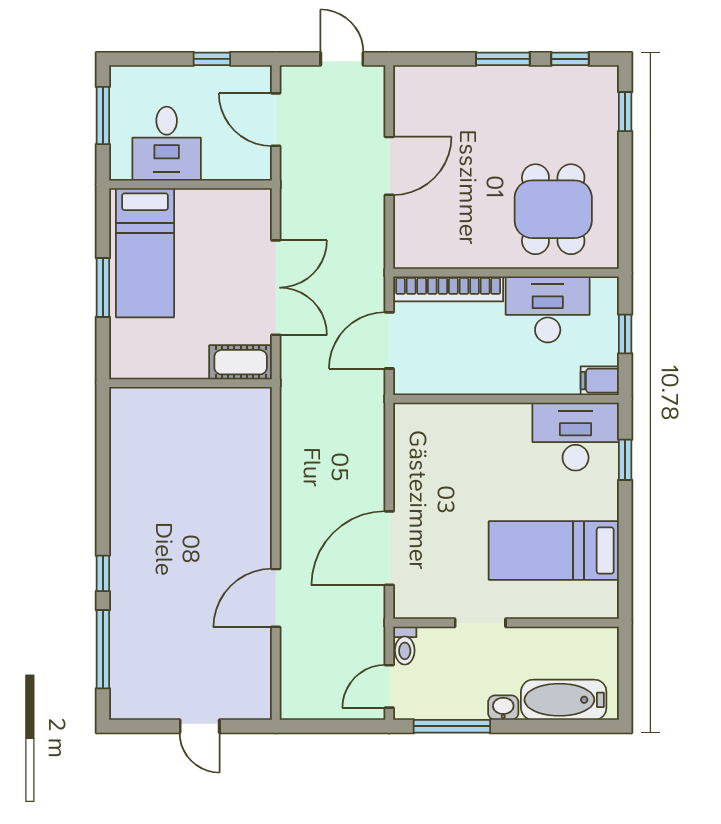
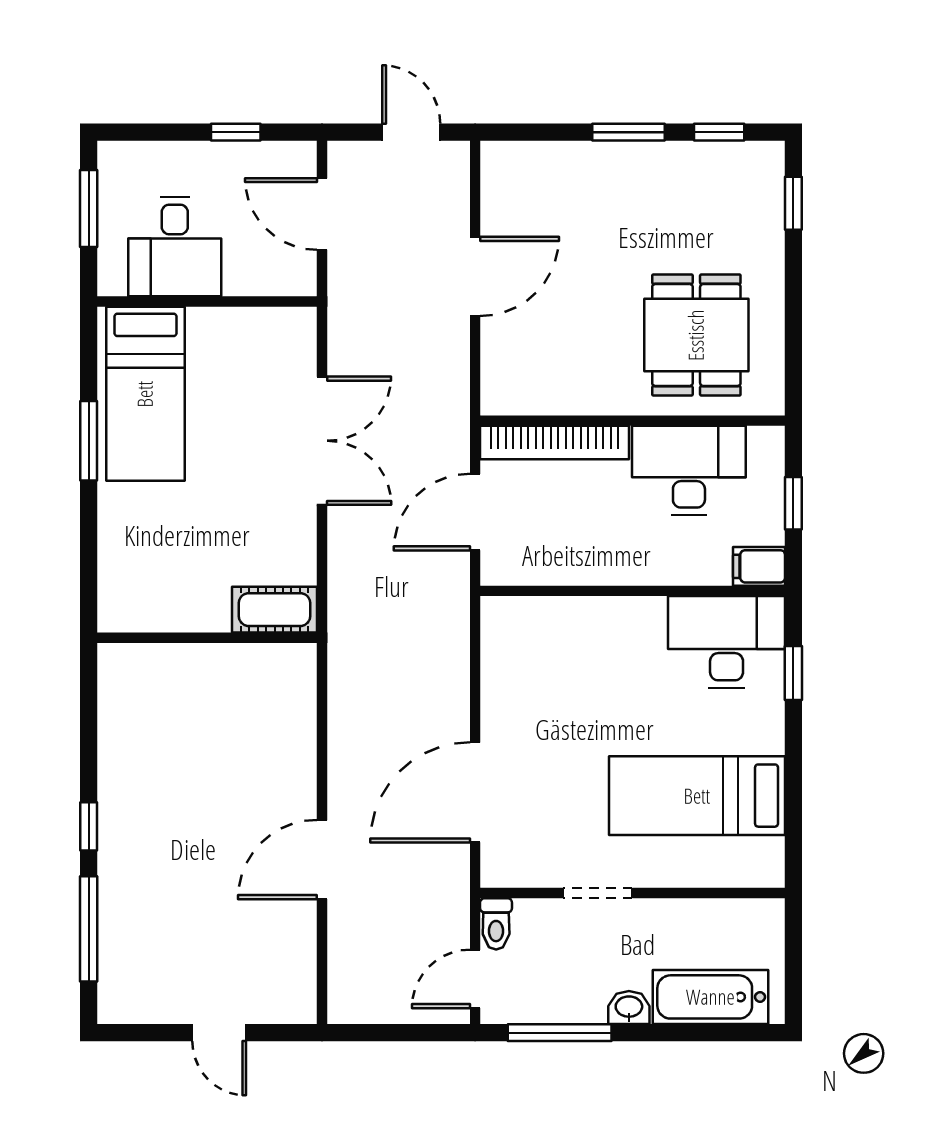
cot: (241, 362) -> (275, 610), moved
wall: (191, 383) -> (207, 638), moved

